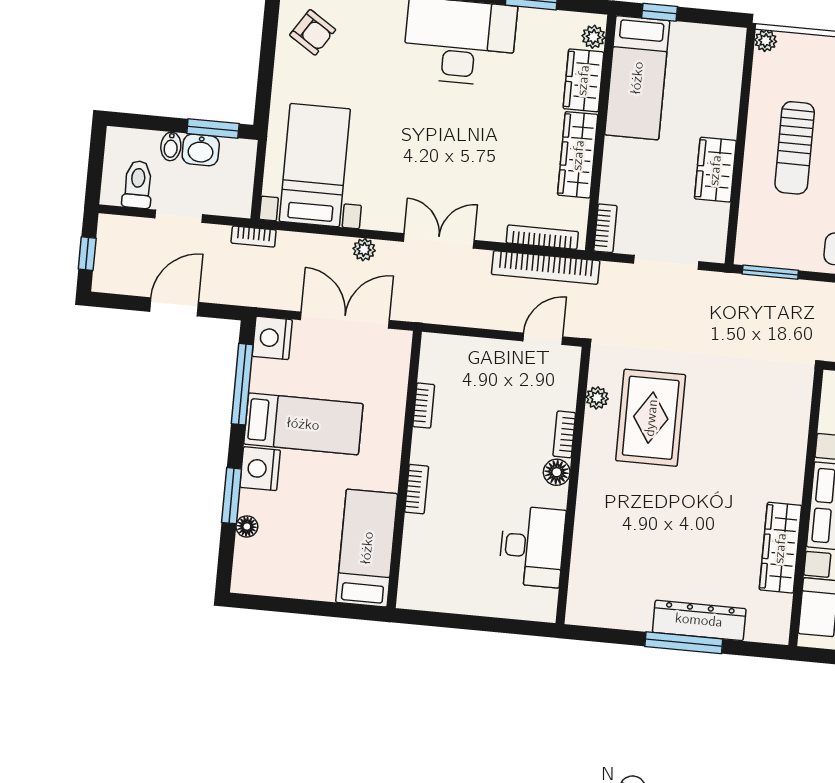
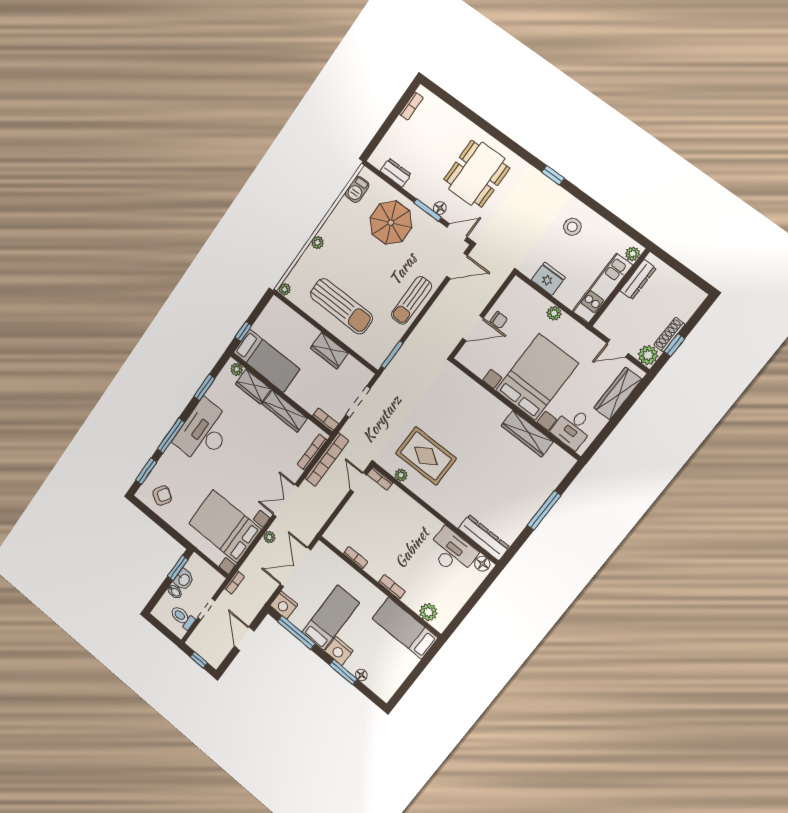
sun lounger: (795, 148) -> (341, 306), width x1.36, depth x1.34
bed with nightstands: (315, 165) -> (225, 526), width x1.36
bookcase: (564, 434) -> (380, 479), moved
floor lamp: (557, 472) -> (482, 564), moved
plant: (416, 568) -> (428, 612), added
dresser: (699, 620) -> (484, 538), moved, turned 90

